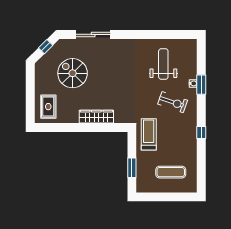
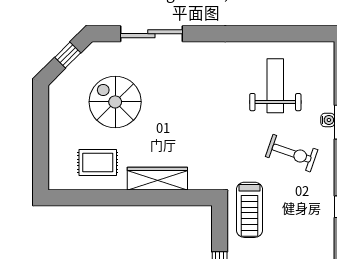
rug: (48, 107) -> (98, 162), moved, turned 90
treadmill: (149, 134) -> (250, 210), turned 180

